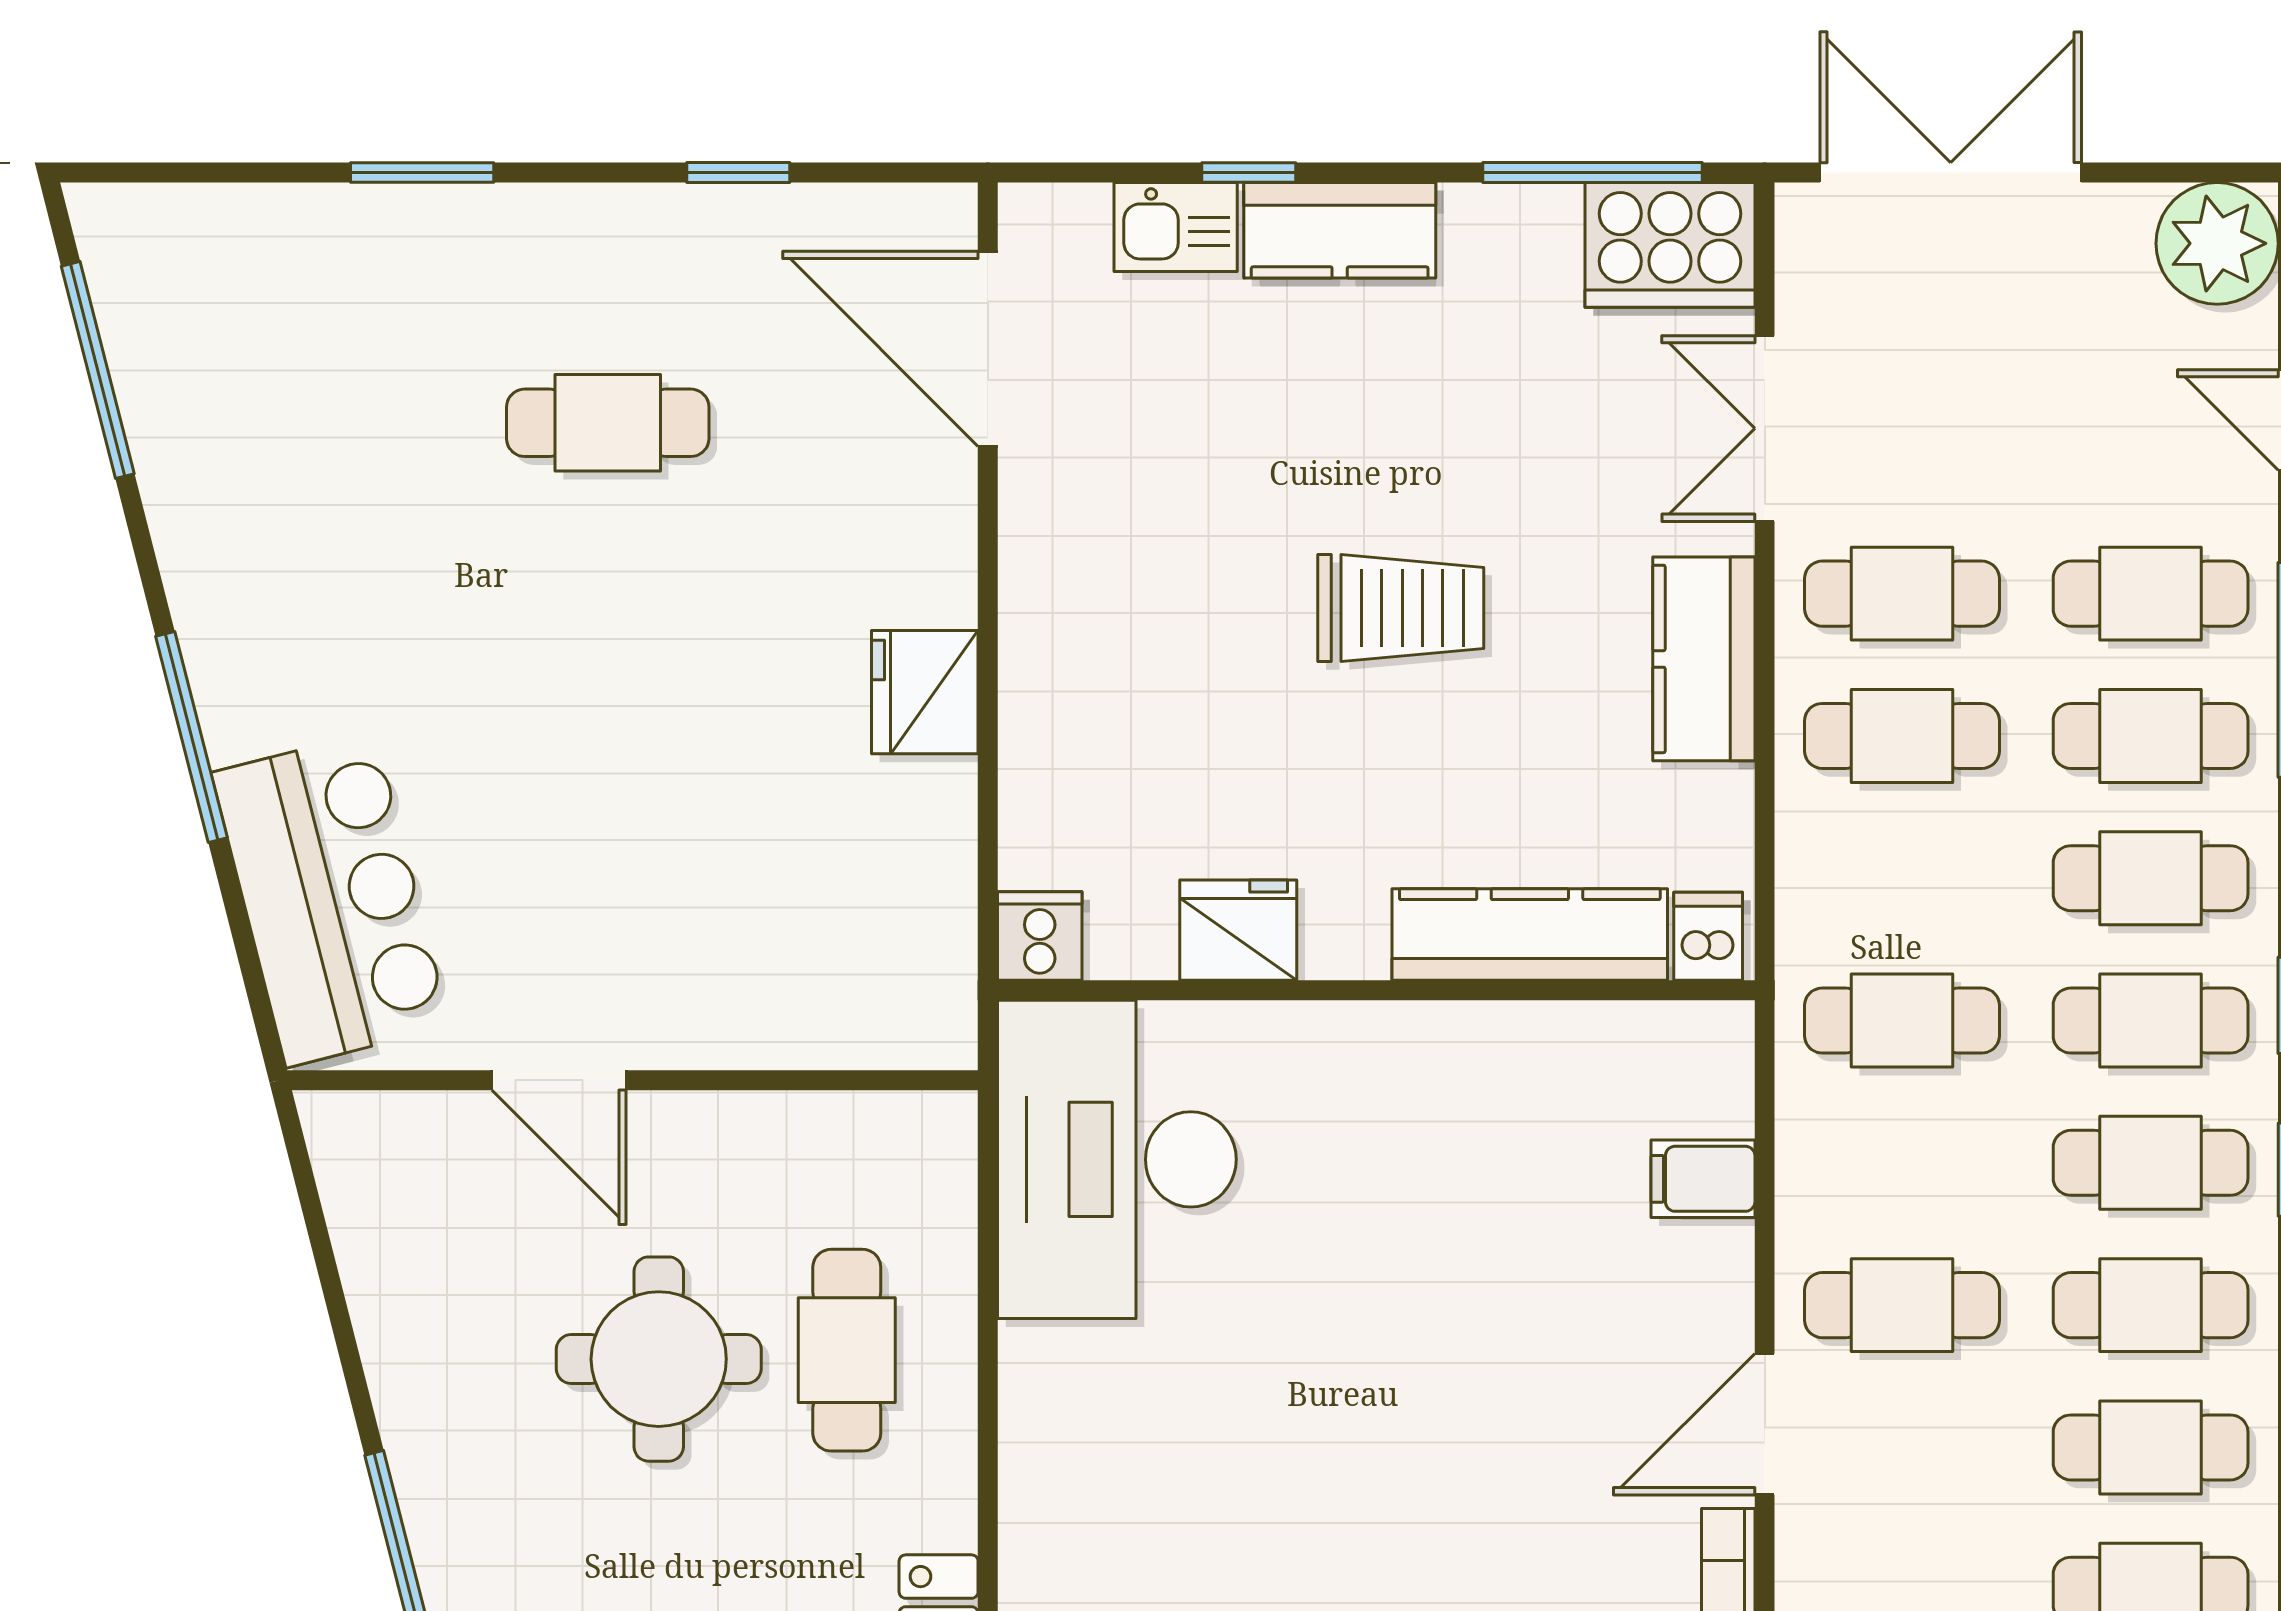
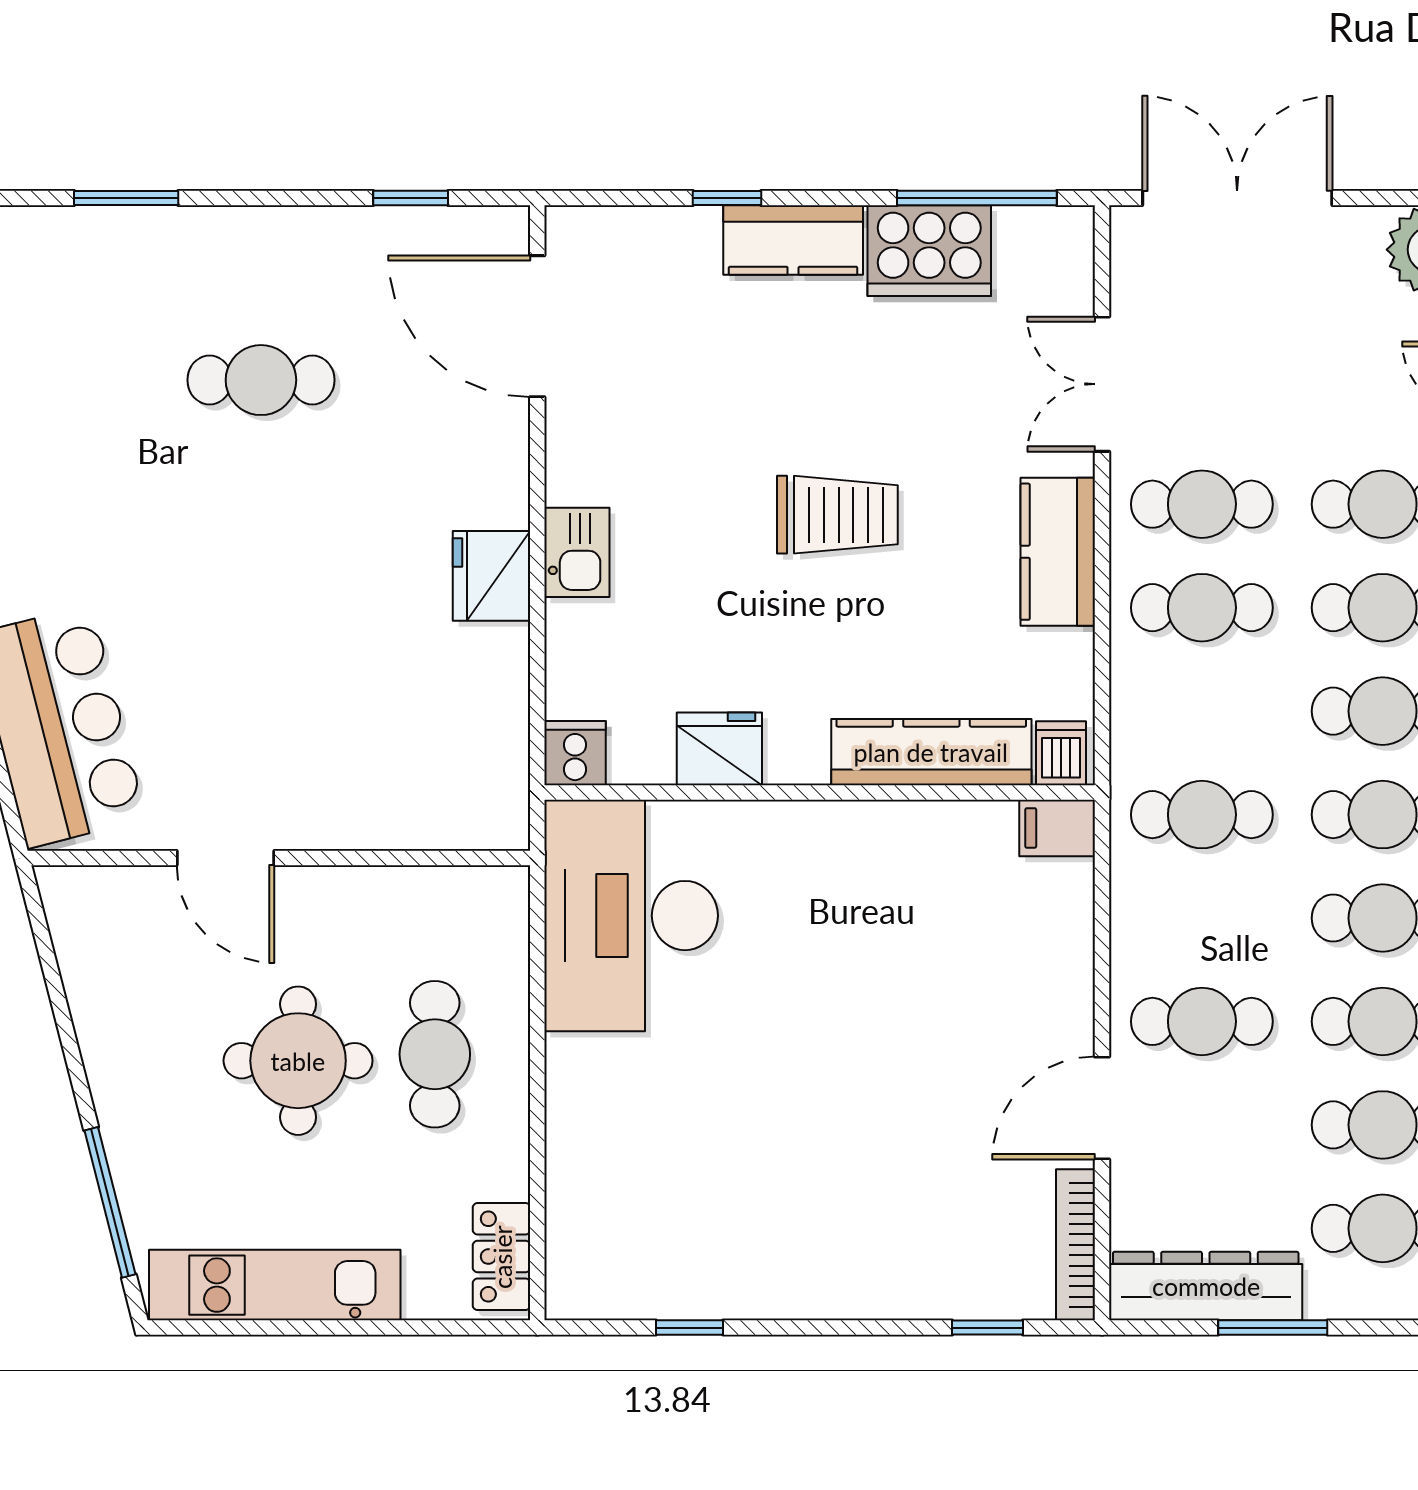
window: (738, 173) -> (411, 198), moved
kitchen sink: (1176, 227) -> (577, 552), moved, turned -90
cooker: (1670, 245) -> (929, 251), moved
filing cabinet: (1703, 1179) -> (1057, 828), moved

